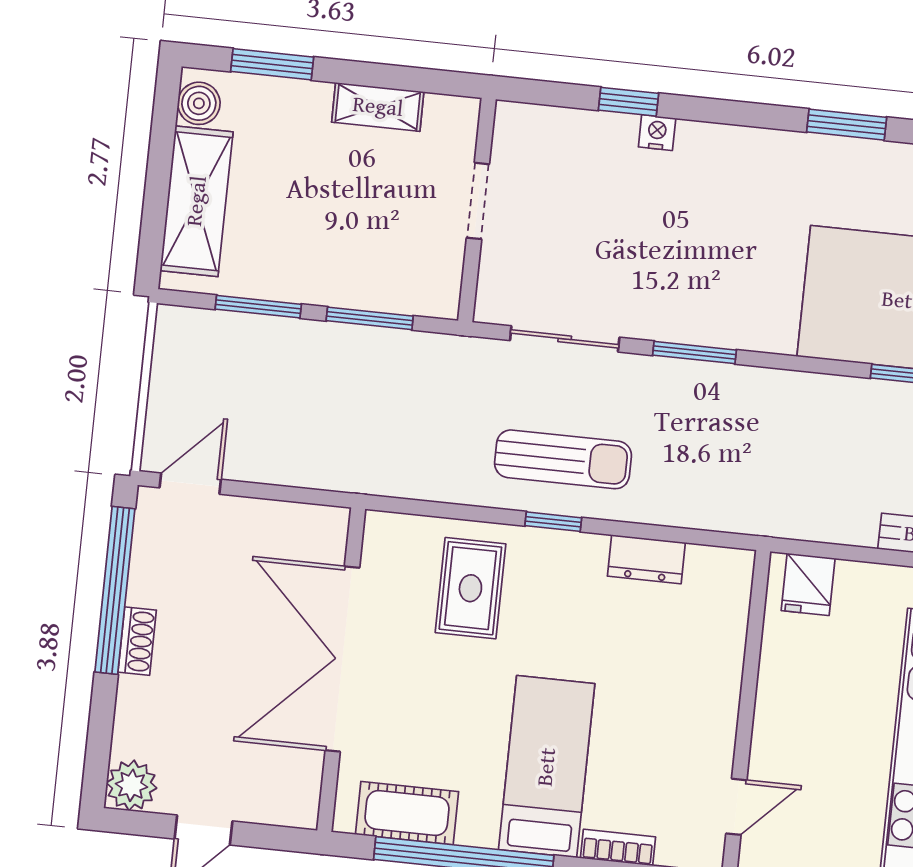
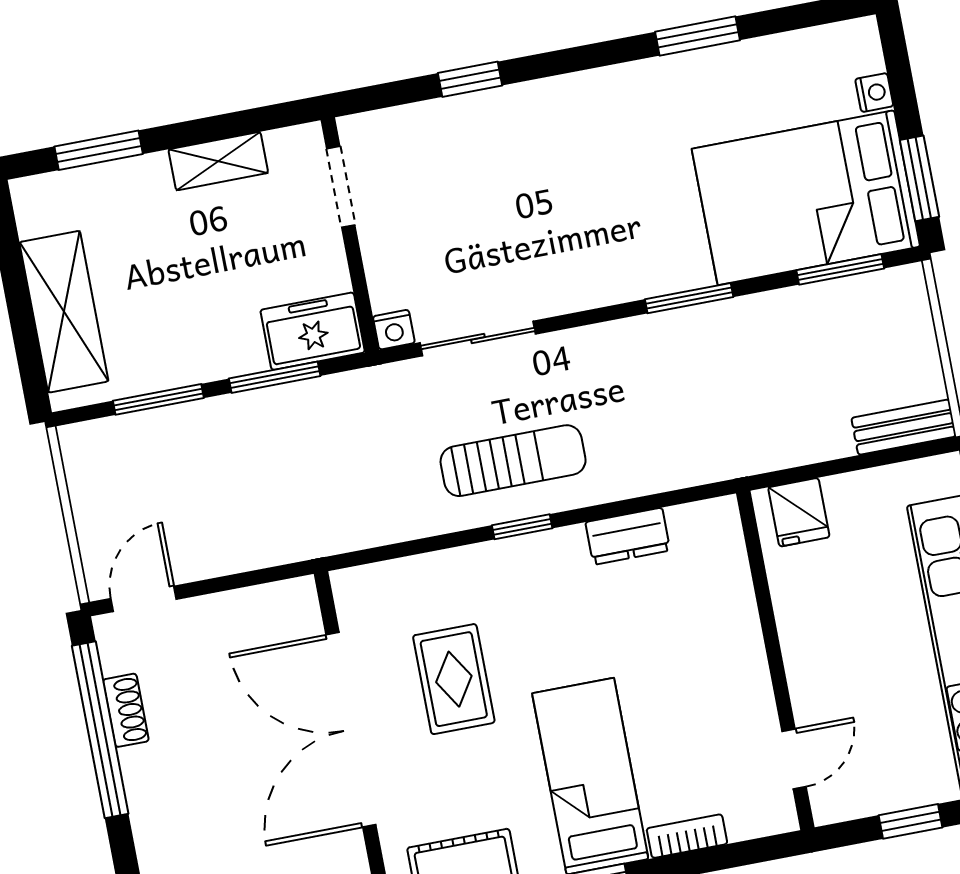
boiler: (199, 103) -> (36, 212), removed
nightstand: (657, 133) -> (394, 330), moved, turned 180
doorway: (478, 201) -> (341, 187), moved
freezer: (417, 287) -> (313, 331), added
window: (695, 353) -> (689, 298), moved
rug: (470, 588) -> (454, 679), moved
shoe rack: (137, 641) -> (126, 710), moved

